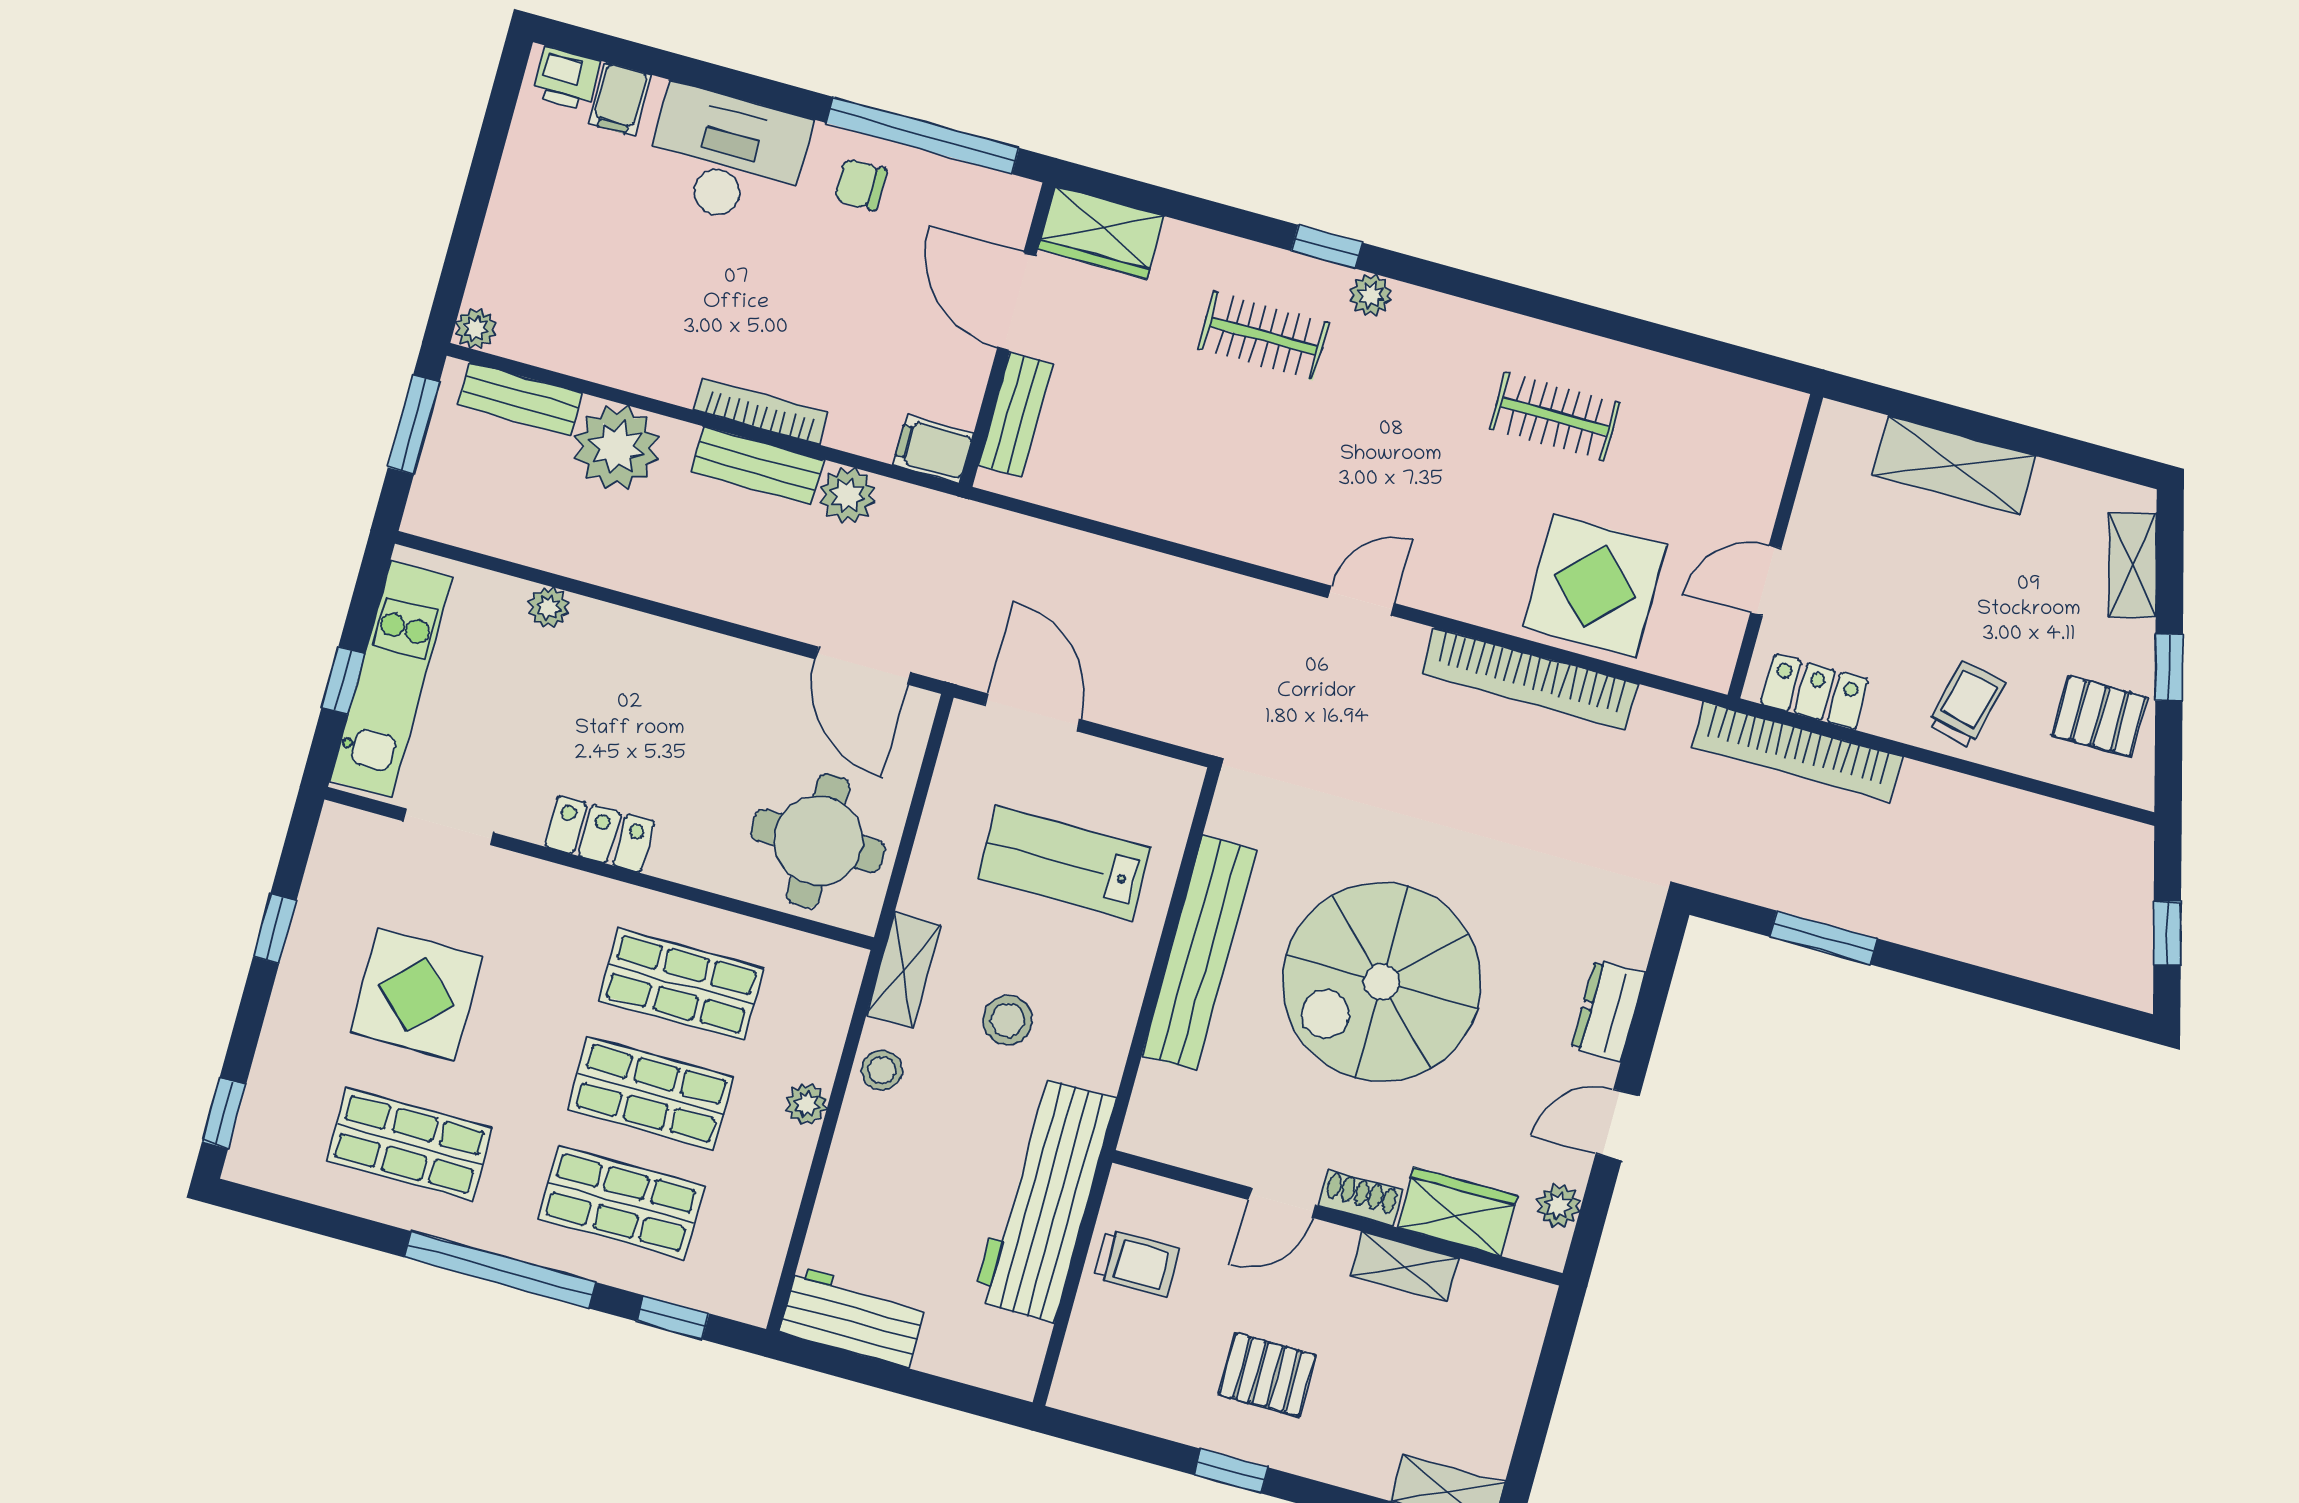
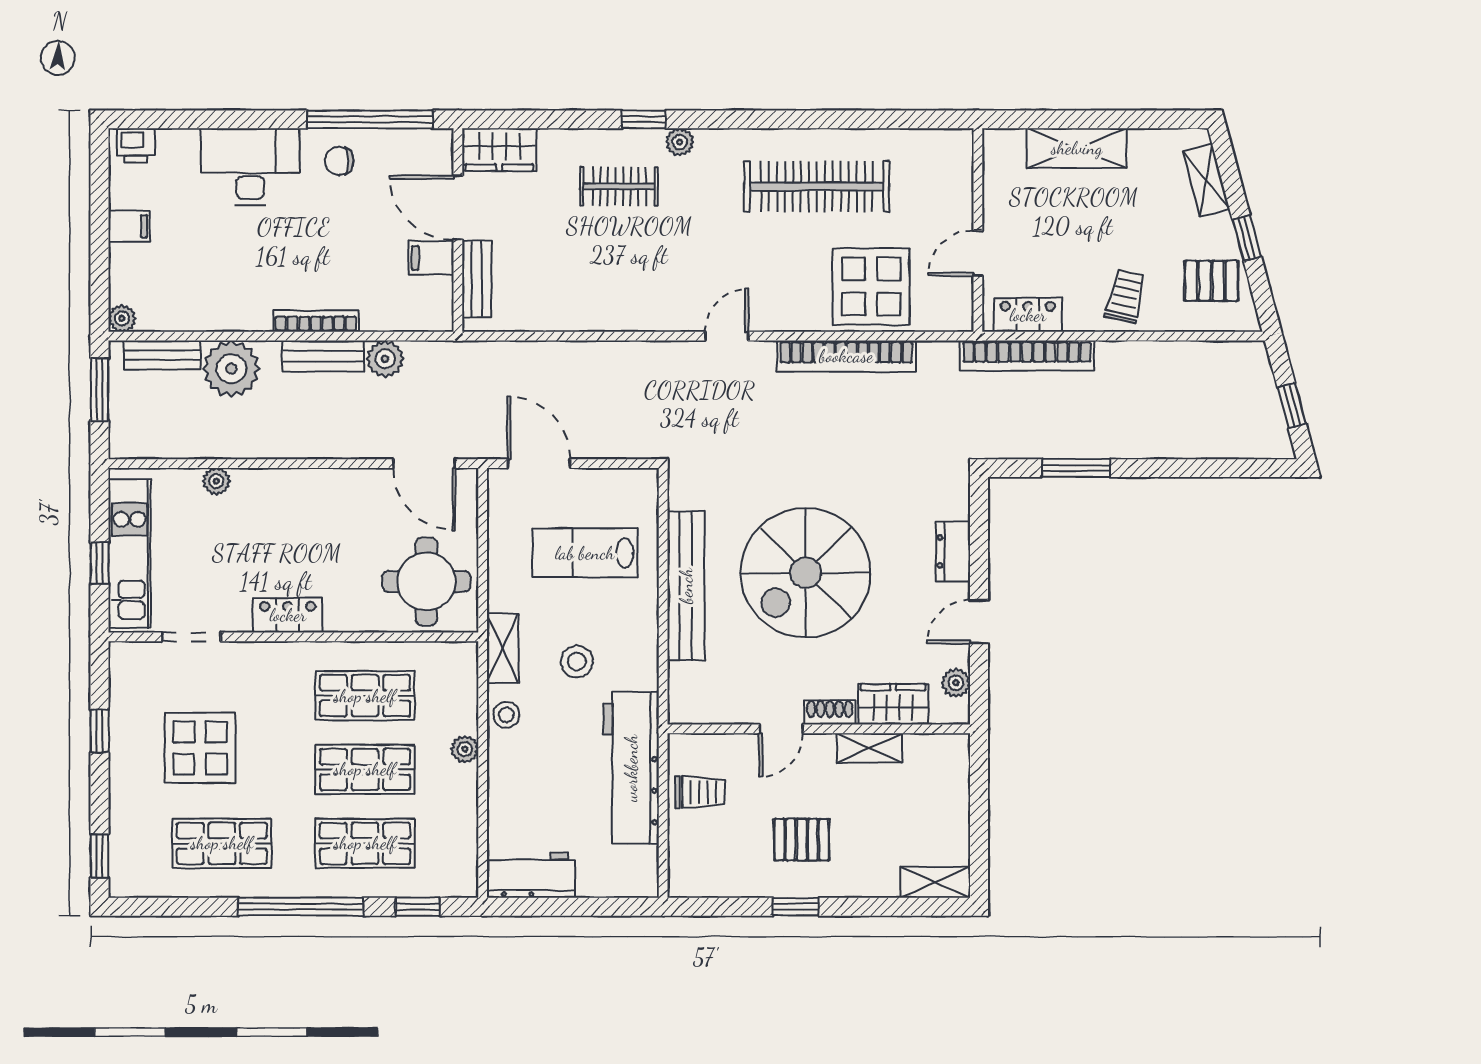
filing cabinet: (620, 99) -> (129, 226), moved, turned -90
clothes rail: (1555, 416) -> (817, 187), width x1.86, depth x1.31
filing cabinet: (933, 449) -> (431, 258), moved

